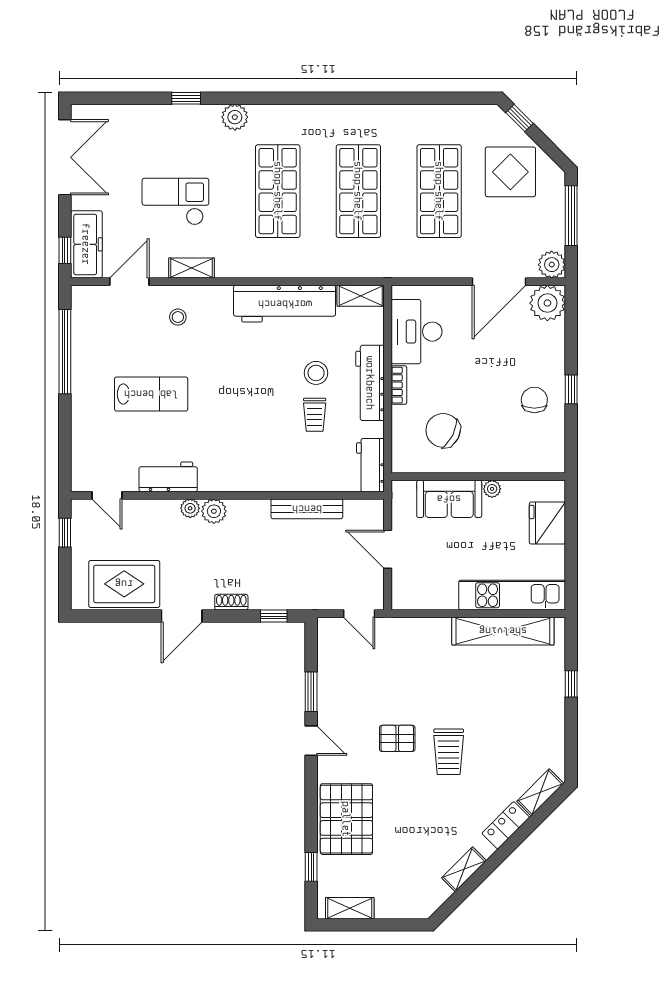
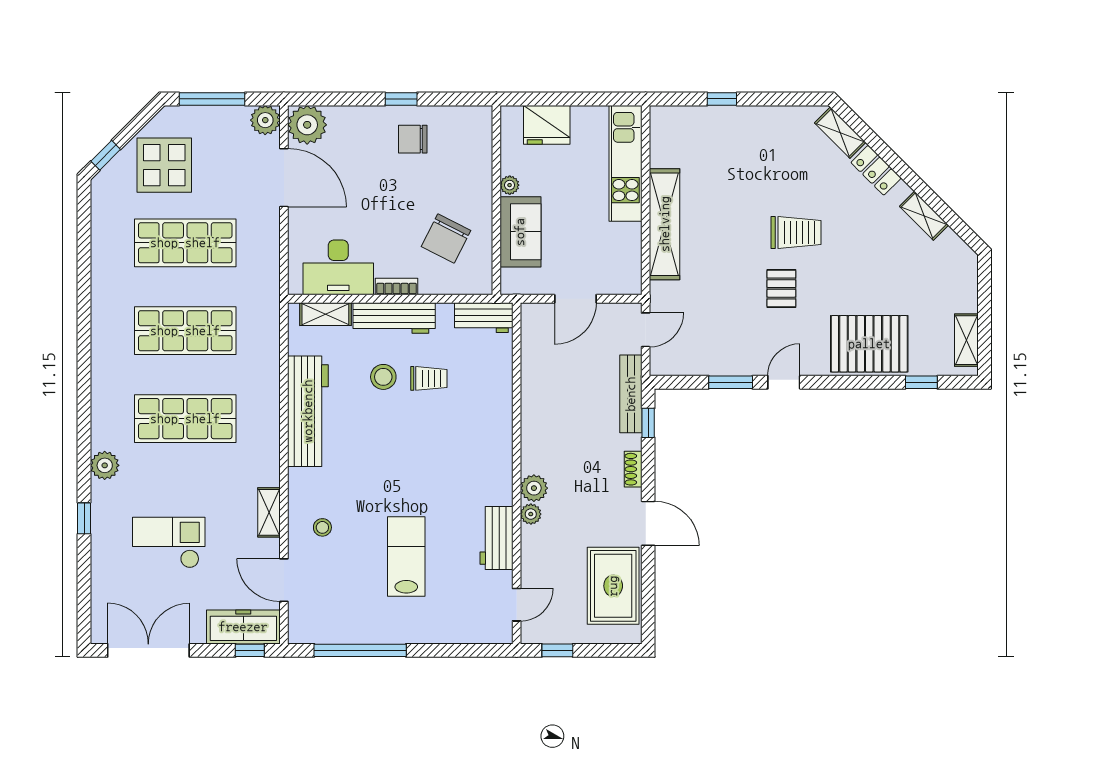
checkout: (175, 202) -> (169, 543), moved, turned 90
shelving: (361, 296) -> (325, 314), moved, turned 90
bench: (307, 509) -> (631, 394), moved
shelving: (503, 631) -> (665, 224), moved

